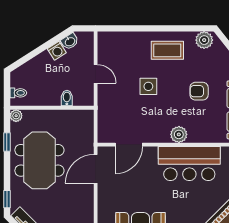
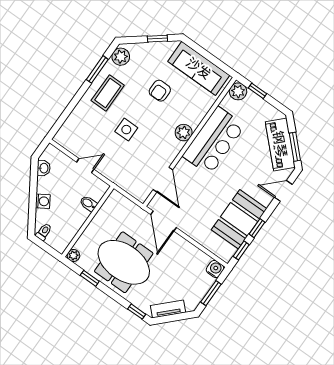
window: (180, 28) -> (97, 69), added
washing machine: (57, 51) -> (43, 201), moved
toilet: (18, 93) -> (44, 232), moved

